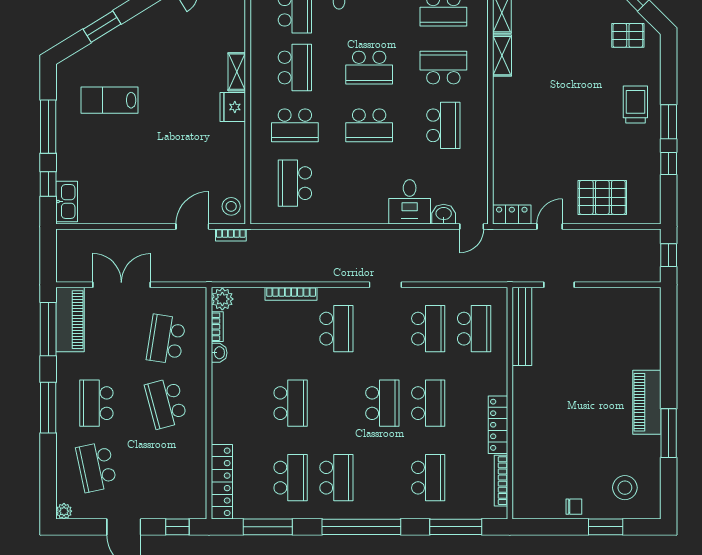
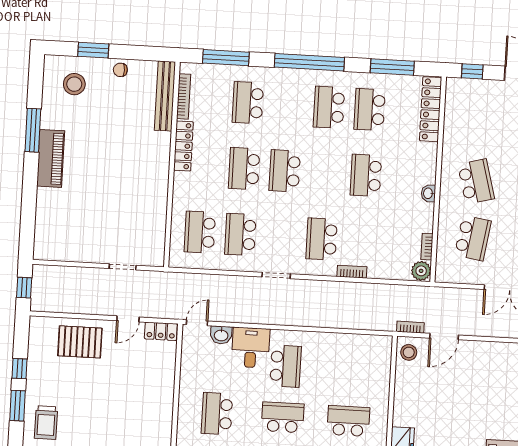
school desk: (295, 183) -> (286, 366), moved
bookcase: (291, 294) -> (352, 272), width x0.64
bench: (522, 326) -> (165, 96), moved
washbasin: (219, 353) -> (428, 193), moved

